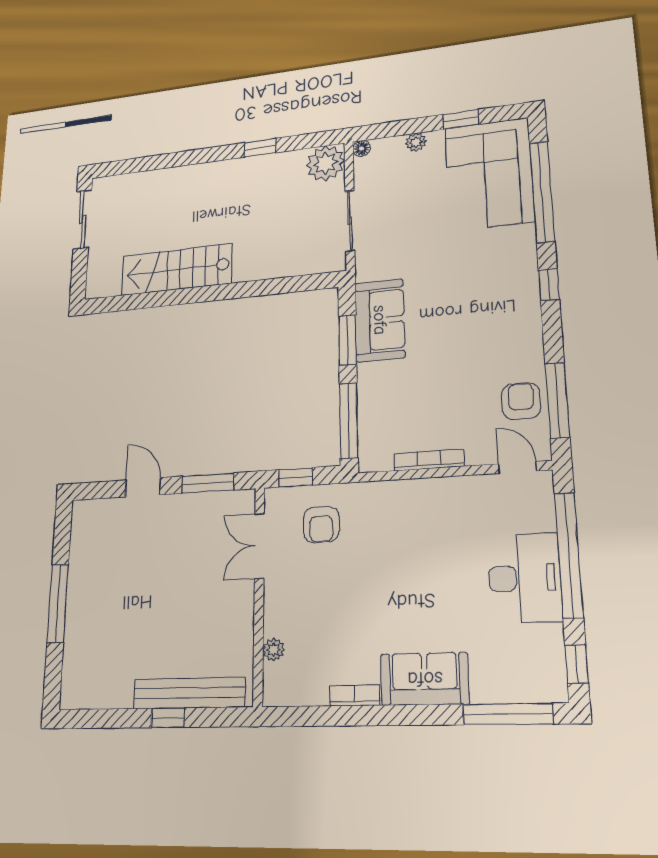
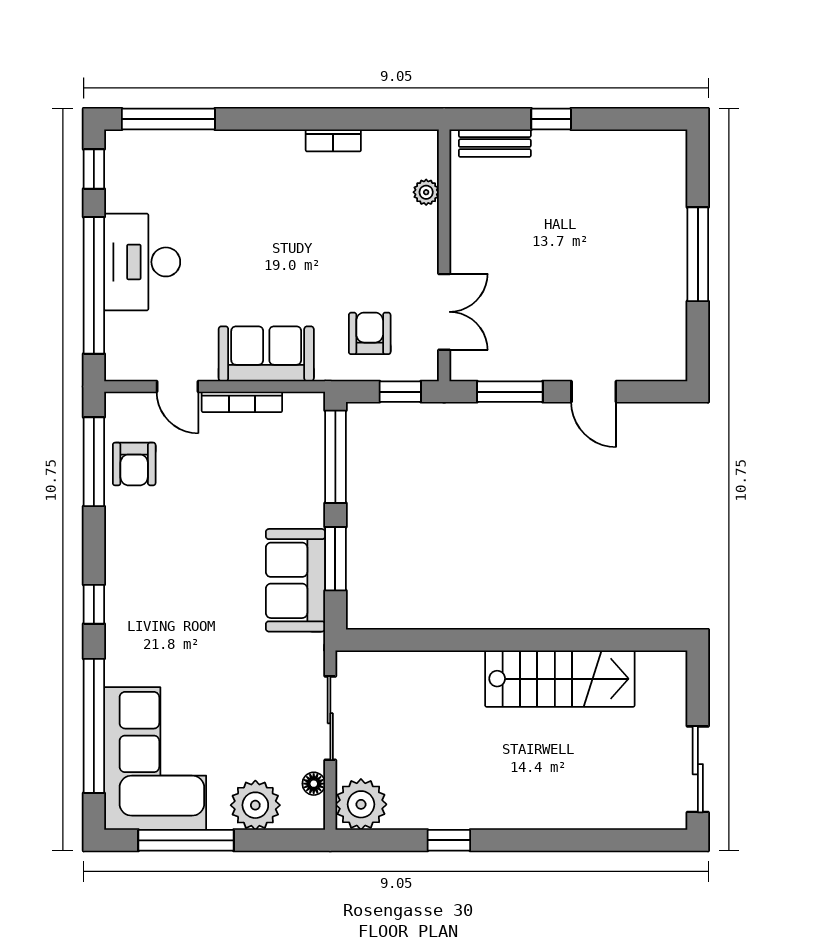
window: (461, 119) -> (186, 840), width x2.17
plant: (416, 142) -> (255, 805), width x1.88, depth x1.88
floor lamp: (361, 148) -> (314, 784), moved
door: (518, 467) -> (177, 386), moved
sofa: (425, 679) -> (266, 354), moved, turned 180
bench: (189, 693) -> (495, 143), width x0.54, depth x0.82

